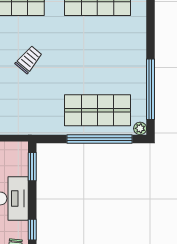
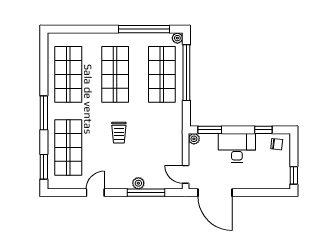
shop shelf: (97, 55) -> (115, 74), added
trolley: (29, 60) -> (119, 133), turned -130
plant: (22, 148) -> (194, 139), added

